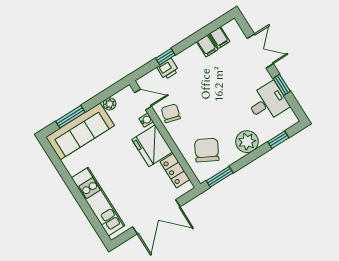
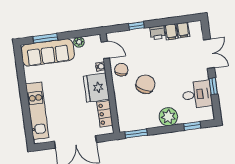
printer: (168, 69) -> (157, 33), moved
chair: (207, 150) -> (145, 84), moved

